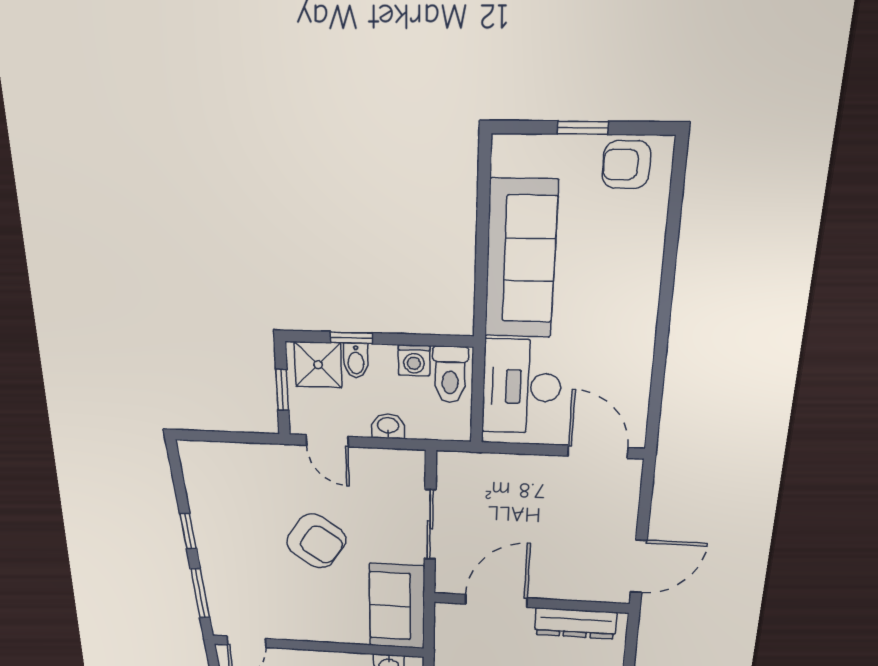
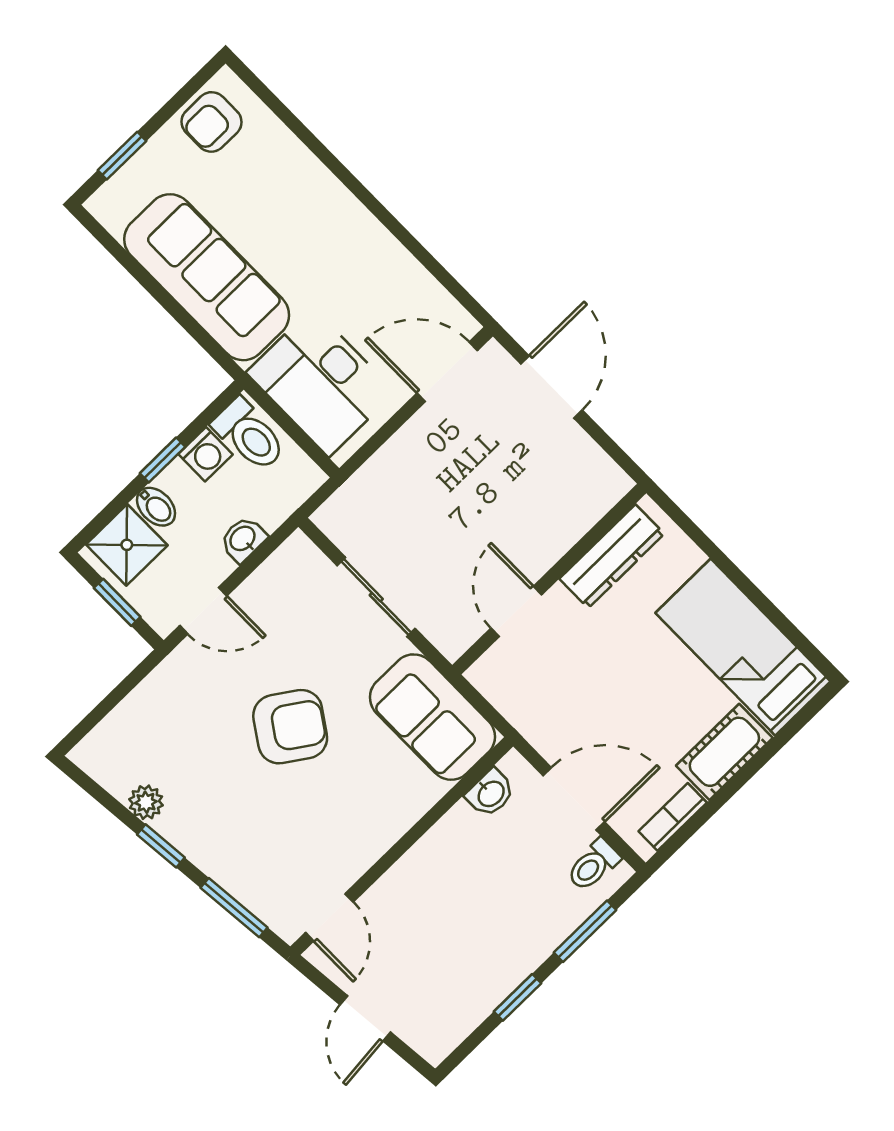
window: (583, 128) -> (122, 156), moved
window: (351, 338) -> (162, 460), moved
plant: (200, 504) -> (146, 802), added
door: (639, 567) -> (552, 387), moved
door: (496, 601) -> (516, 611), width x0.73

